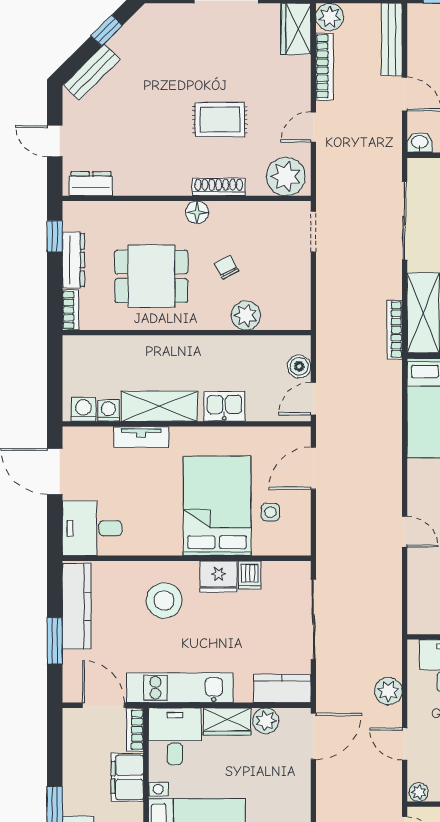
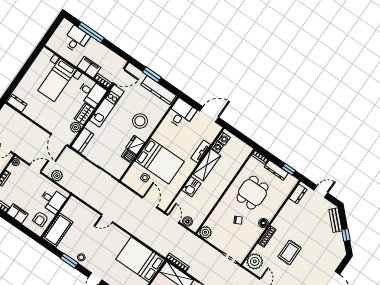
plant: (246, 315) -> (205, 232), moved

